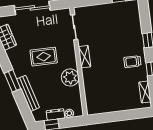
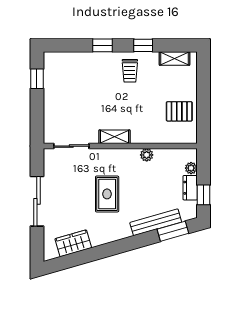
plant: (70, 77) -> (147, 155), width x0.53, depth x0.53
window: (12, 81) -> (173, 231), moved
pallet: (108, 100) -> (179, 111), added

